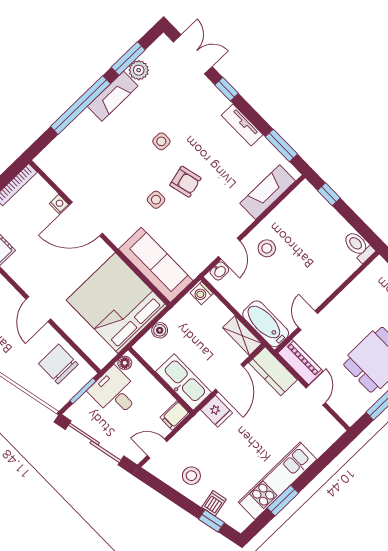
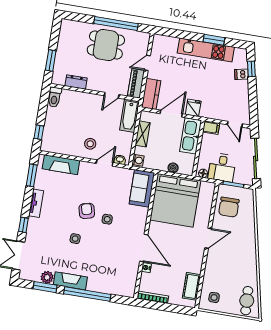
sofa: (156, 265) -> (142, 188), width x0.73
dresser: (358, 288) -> (76, 82), added
shelving: (242, 336) -> (143, 134), moved
stool: (191, 476) -> (236, 96), removed

